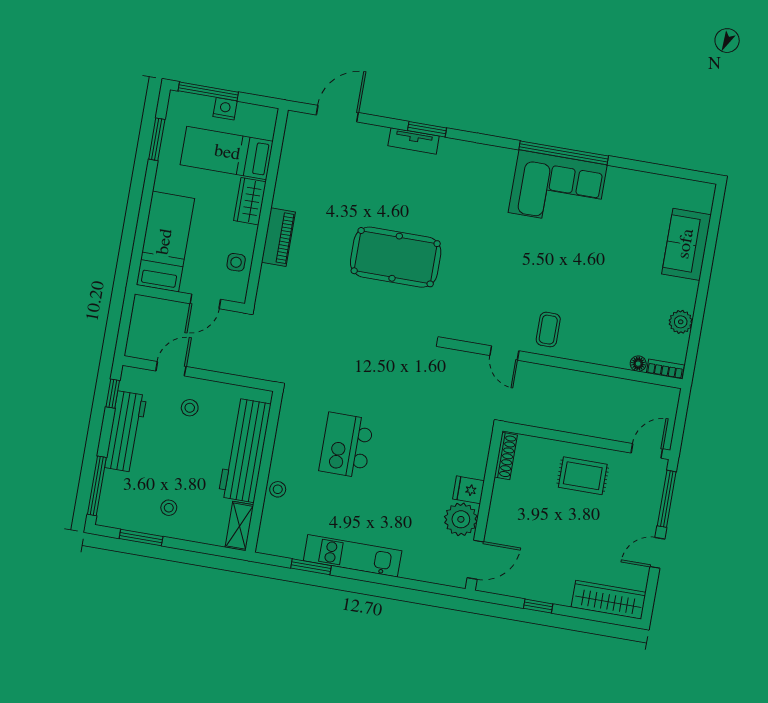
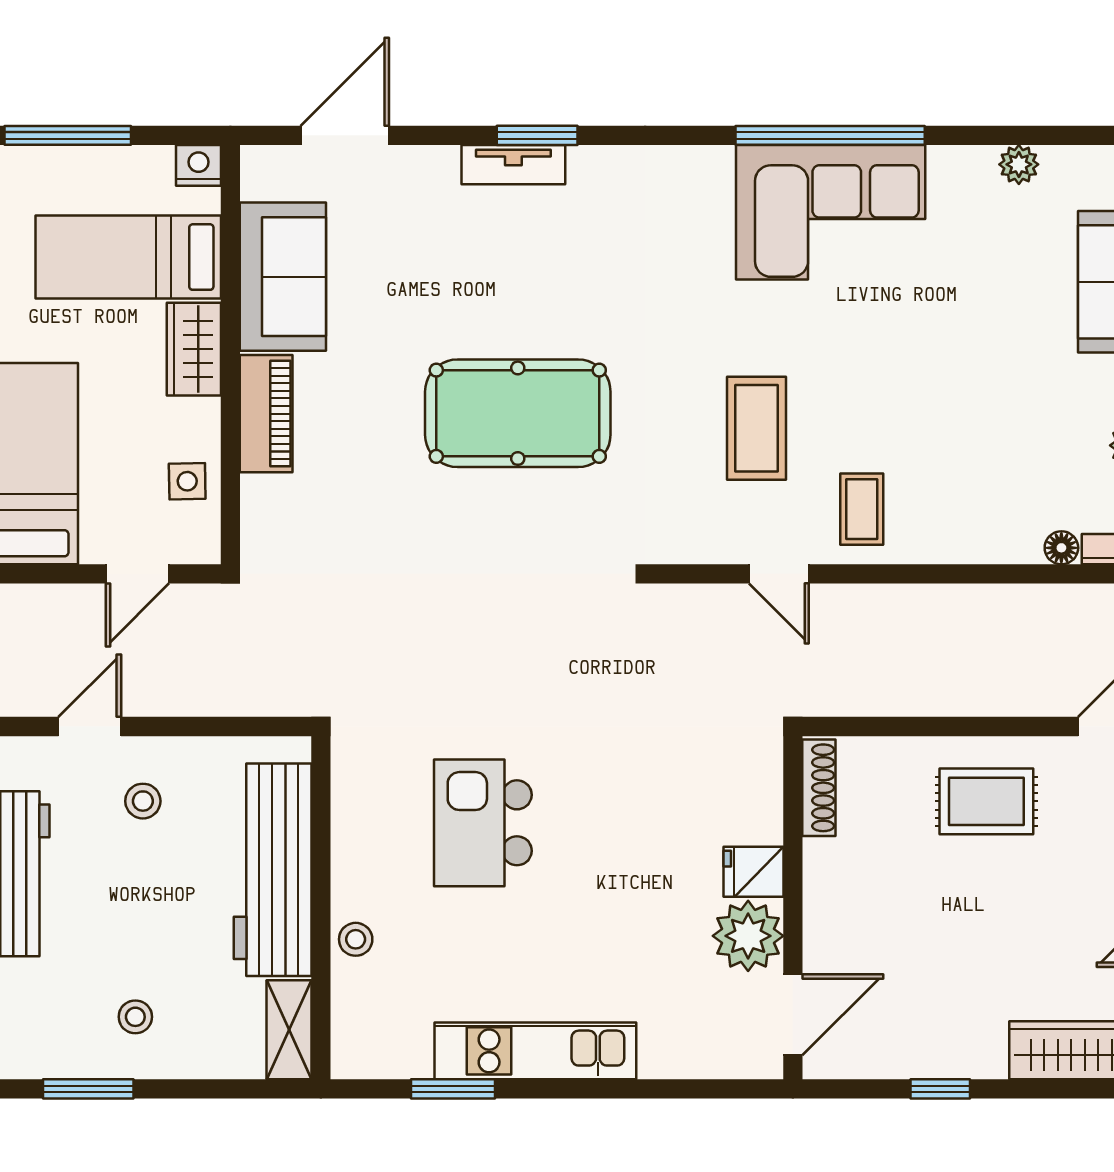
nightstand: (225, 109) -> (199, 165), moved
sofa: (297, 175) -> (283, 277), added
plant: (649, 182) -> (1019, 164), added
coffee table: (506, 283) -> (757, 428), added

